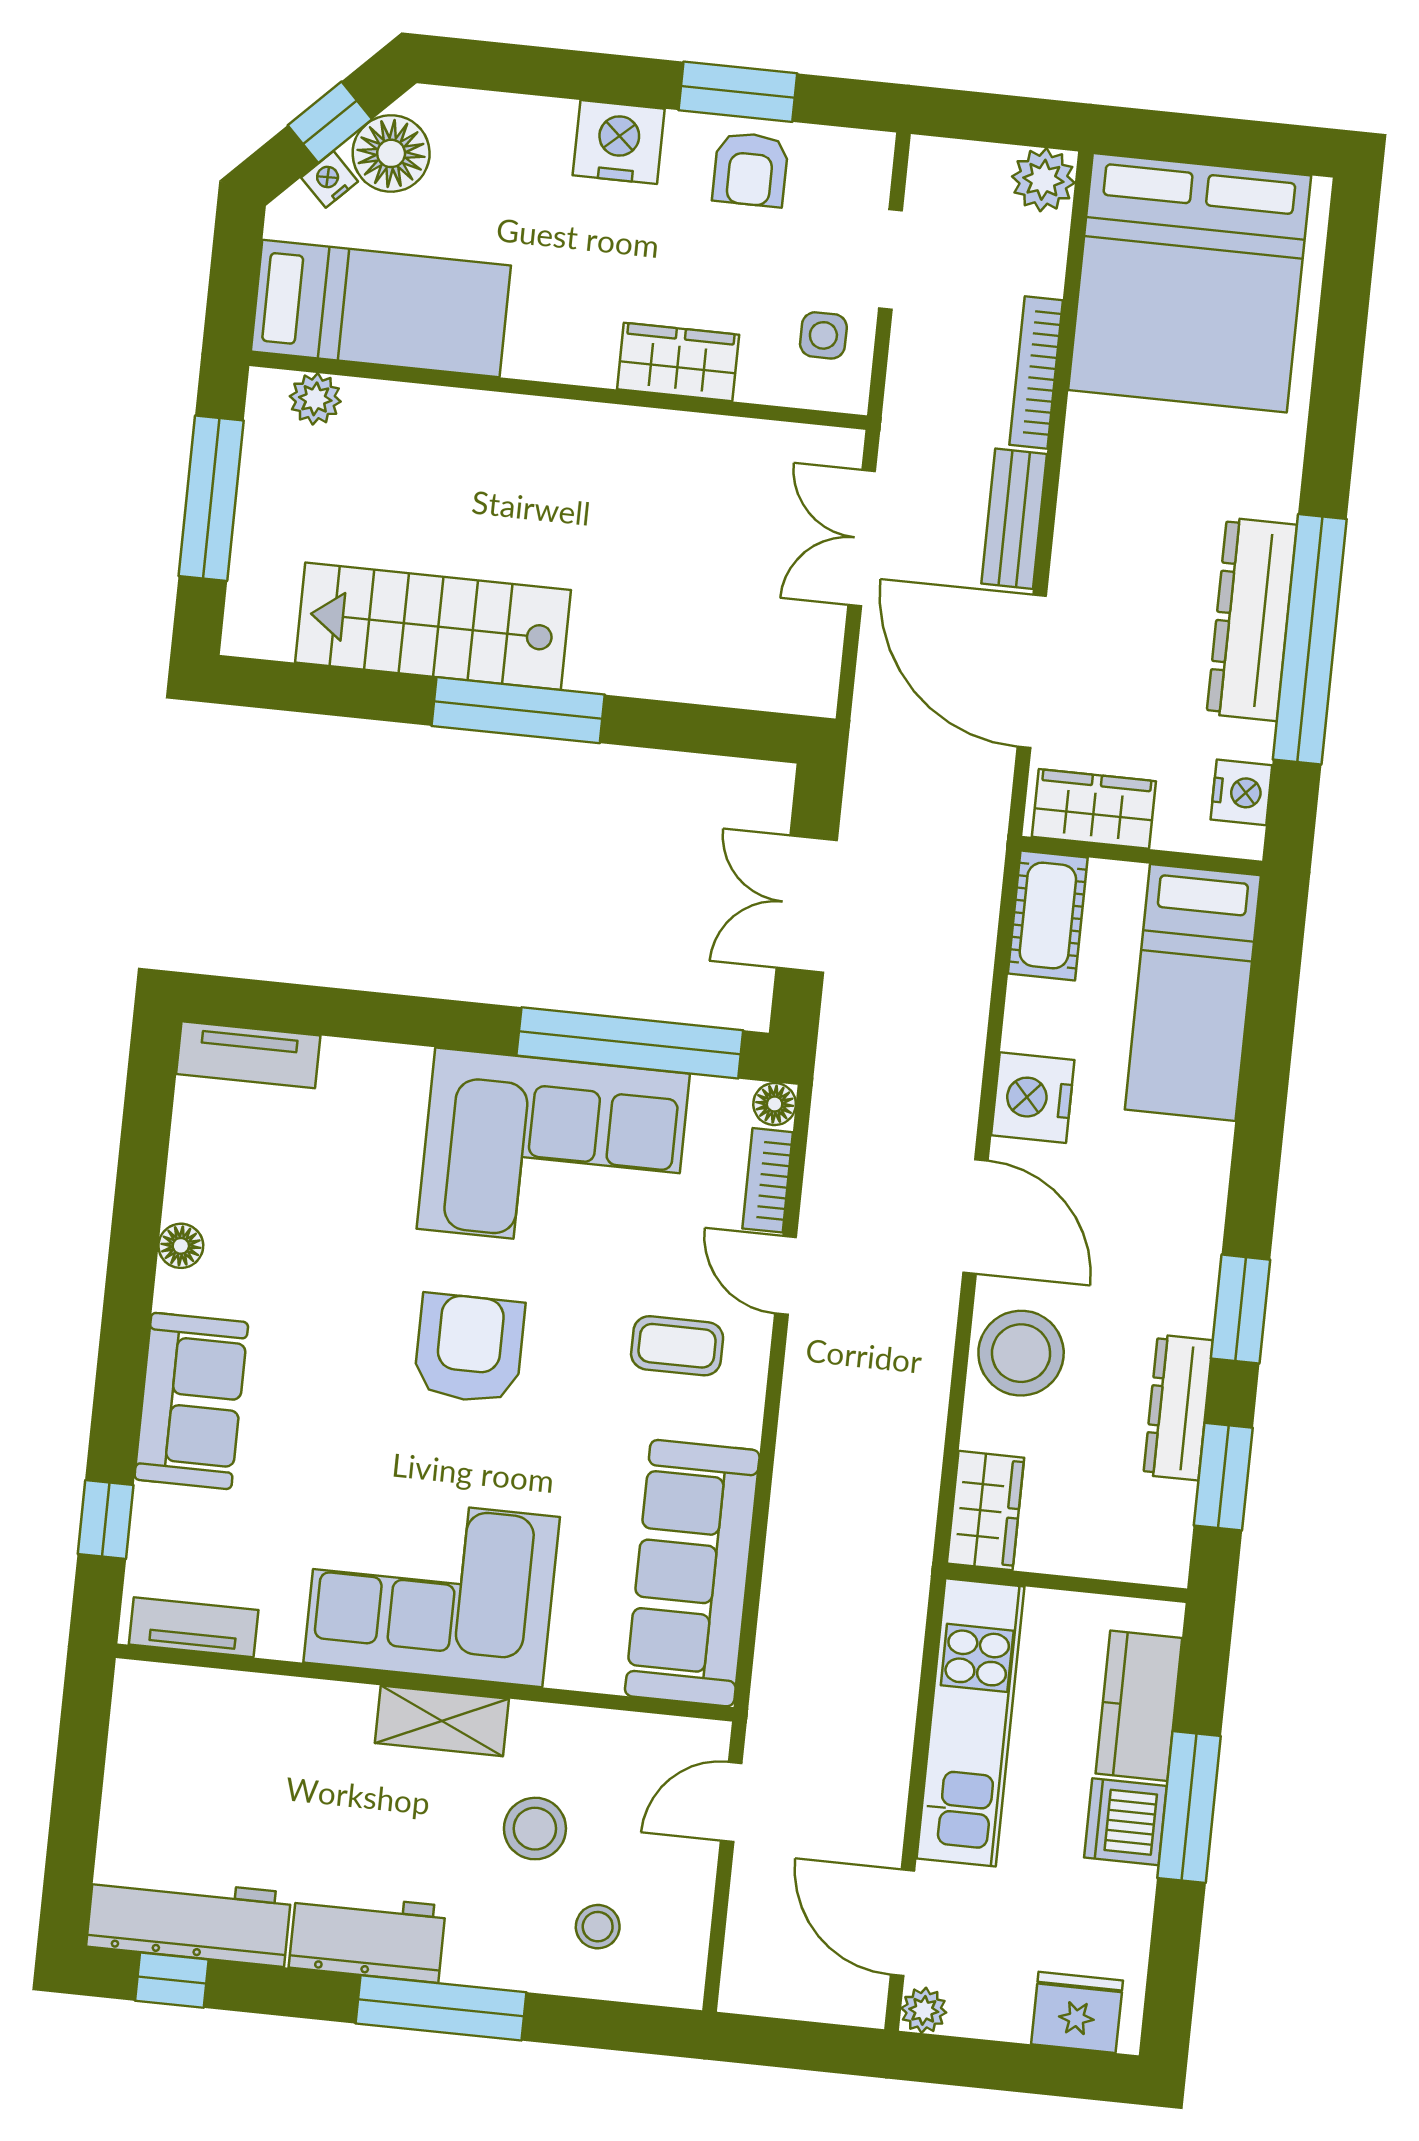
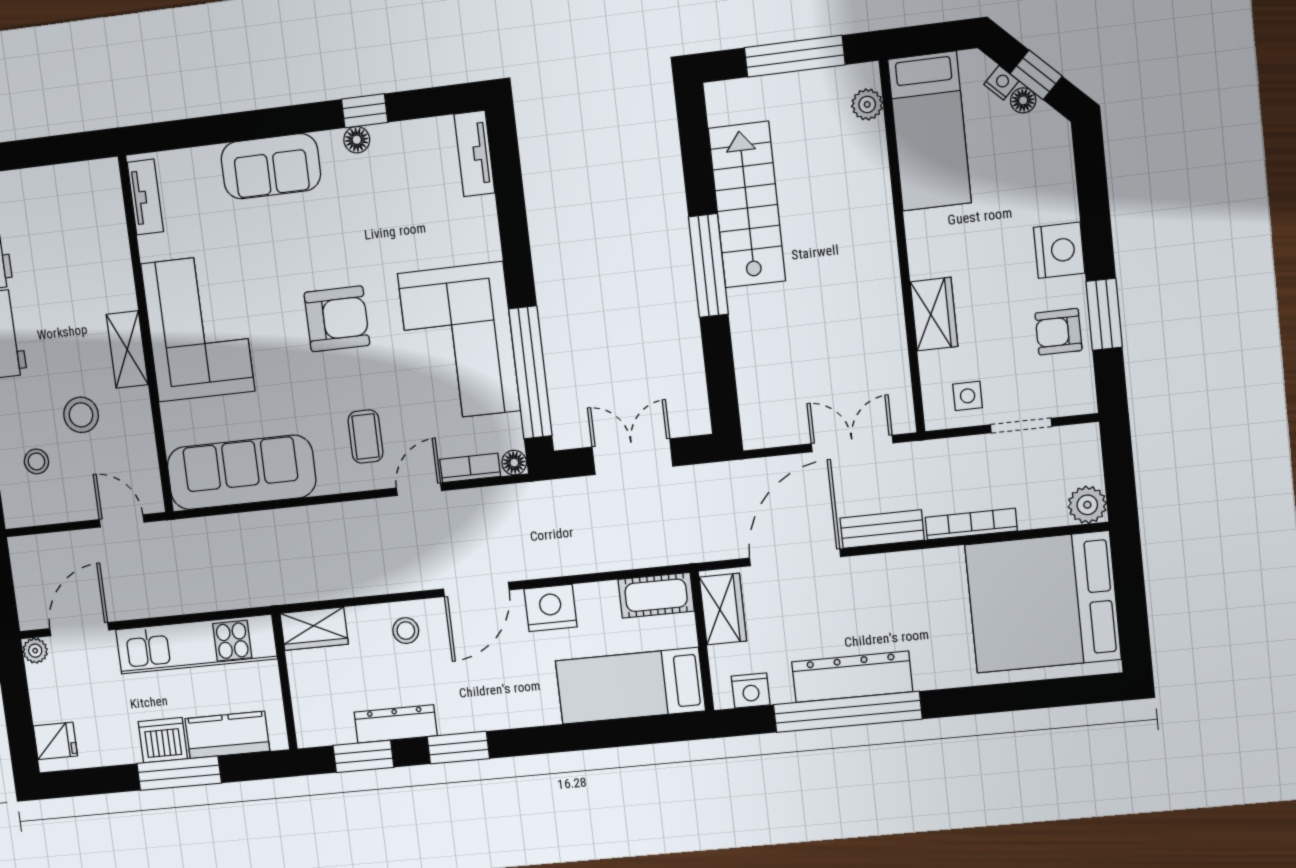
floor lamp: (391, 153) -> (1023, 100), width x0.53, depth x0.53
stool: (1021, 1353) -> (406, 631), width x0.53, depth x0.53
window: (106, 1520) -> (365, 111), moved
fridge: (1077, 2012) -> (55, 741), width x0.72

